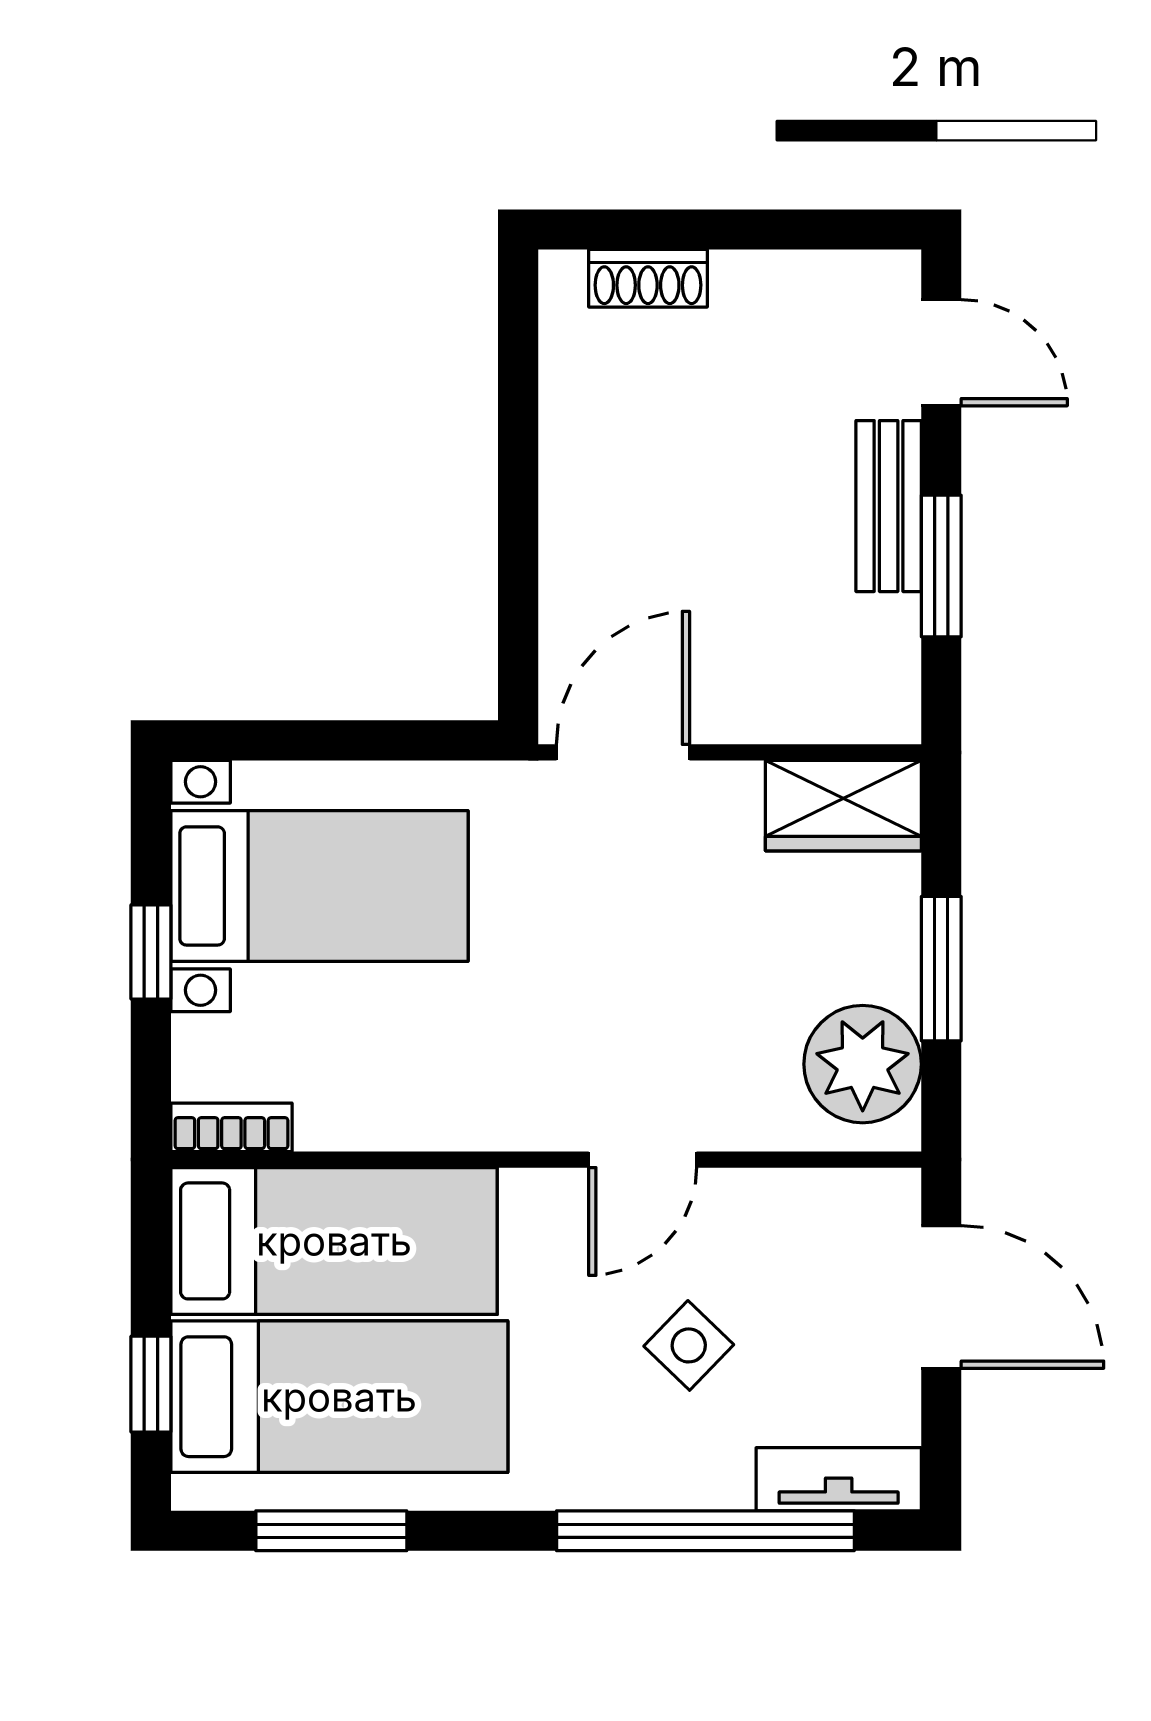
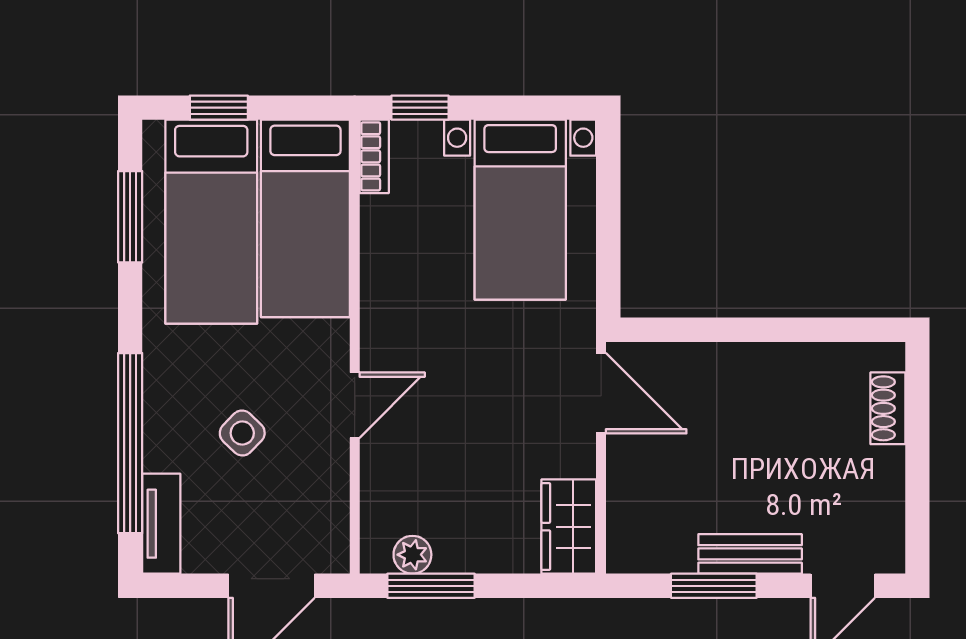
window: (151, 952) -> (420, 108), moved
window: (941, 969) -> (431, 586), moved
plant: (863, 1064) -> (412, 555), width x0.53, depth x0.53
door: (643, 1160) -> (355, 405), swing flipped

